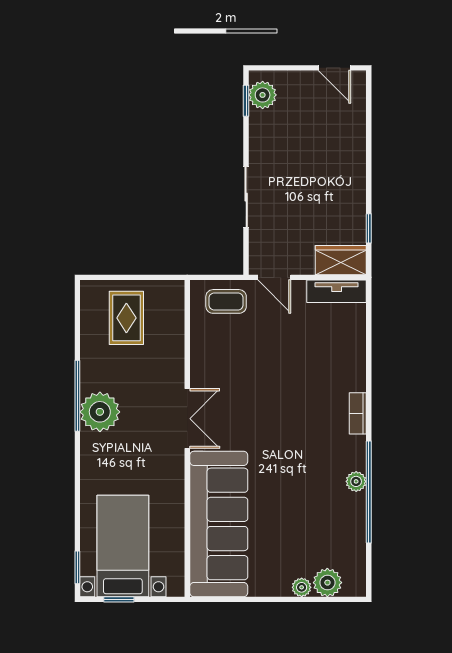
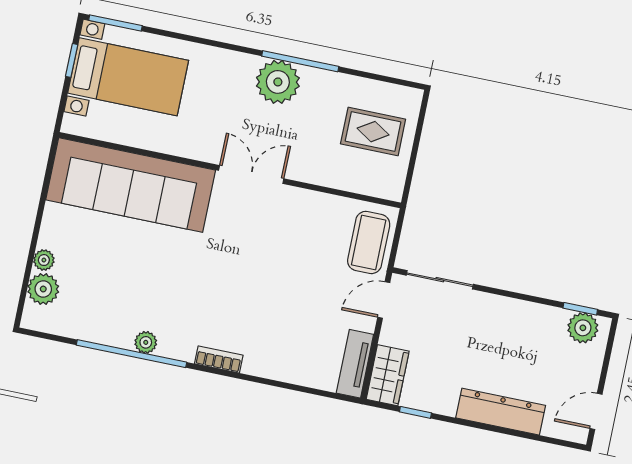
dresser: (352, 153) -> (501, 412), added
sliding door: (246, 197) -> (440, 280), moved
coffee table: (226, 301) -> (369, 242), width x1.36, depth x1.30
double door: (187, 419) -> (251, 175), swing flipped
window: (77, 567) -> (115, 23), width x1.50

